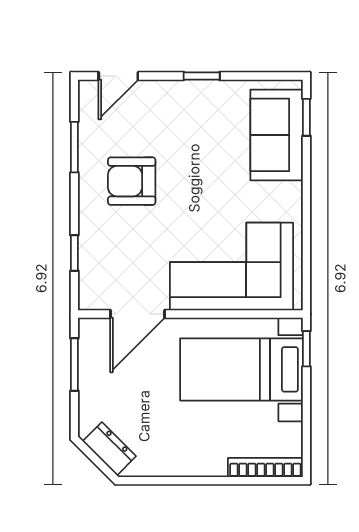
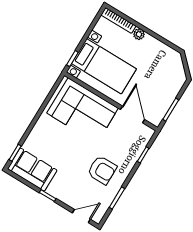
sofa: (277, 135) -> (32, 170), moved, turned -90
door: (138, 314) -> (133, 114), hinge flipped
dresser: (109, 449) -> (177, 67), removed
plant: (214, 465) -> (139, 34), added

